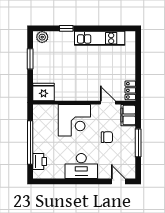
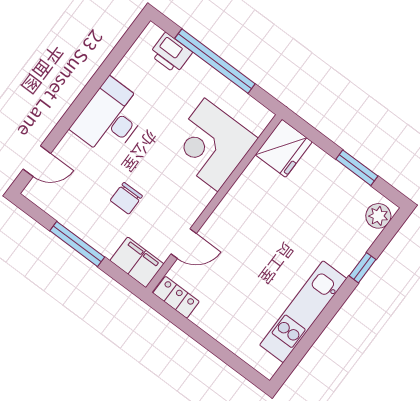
corner desk: (74, 120) -> (211, 145), moved

